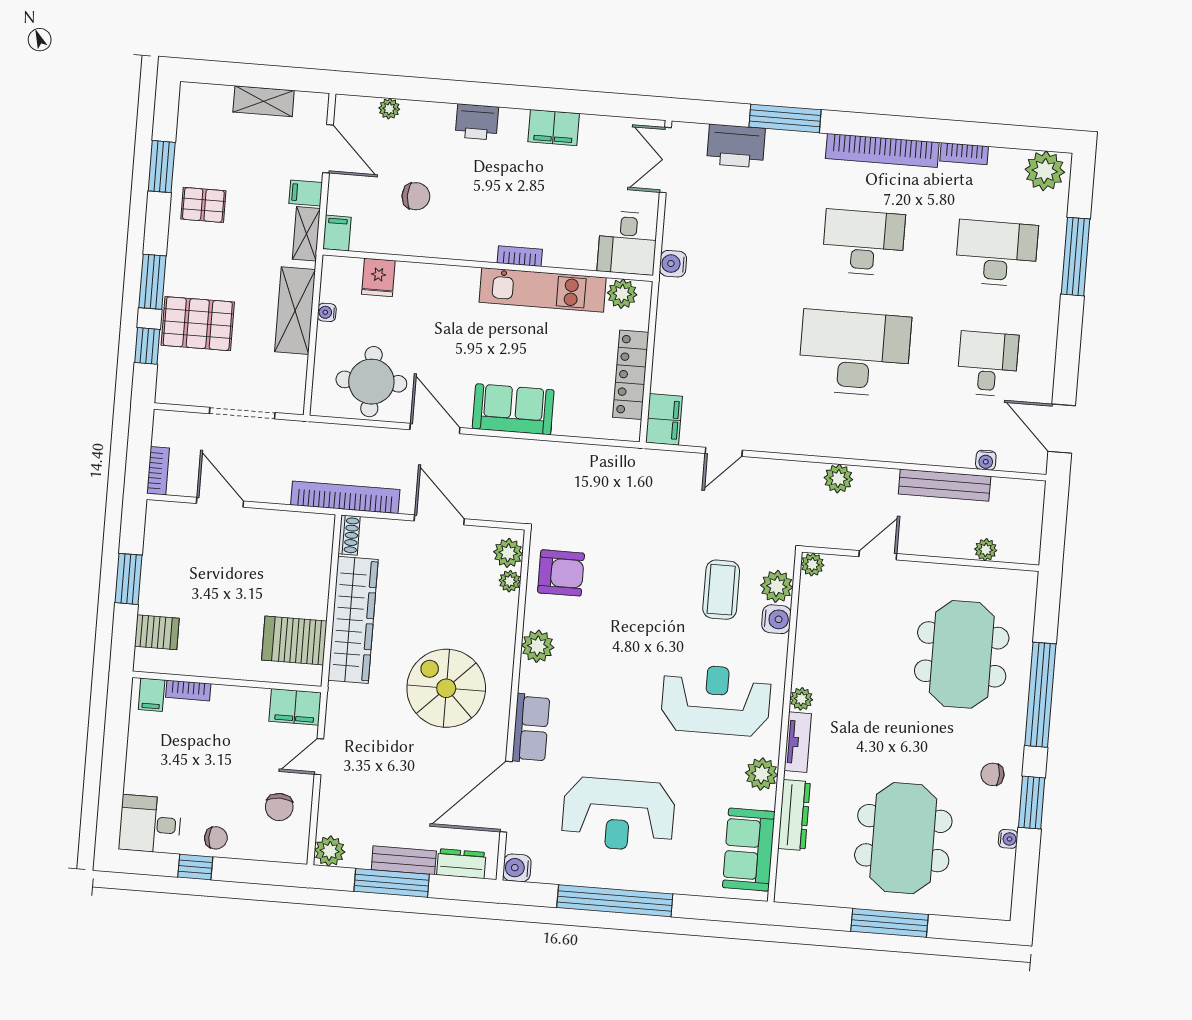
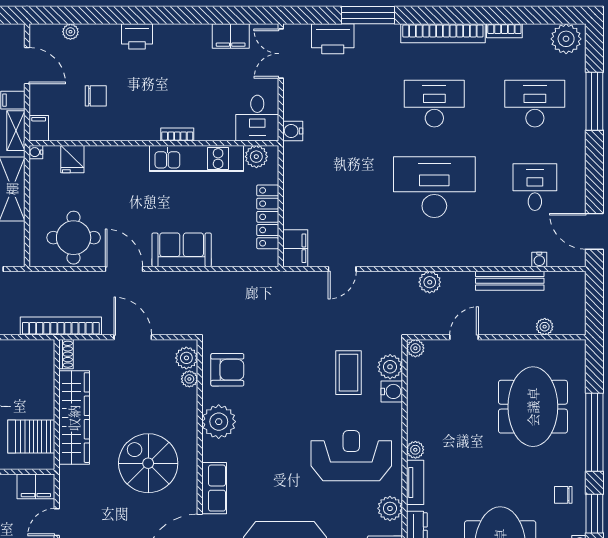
filing cabinet: (554, 128) -> (231, 36), moved
water cooler: (327, 312) -> (36, 152), moved
plant: (538, 646) -> (219, 422), width x1.36, depth x1.36

